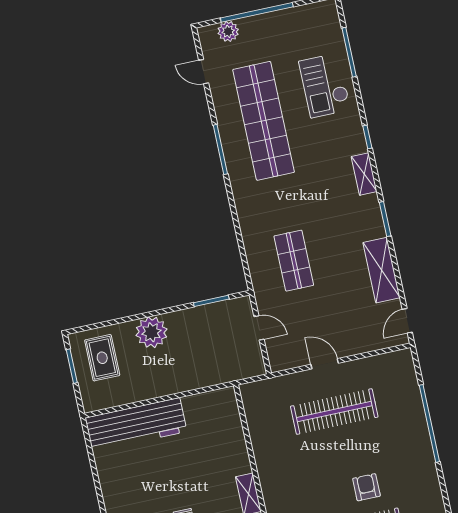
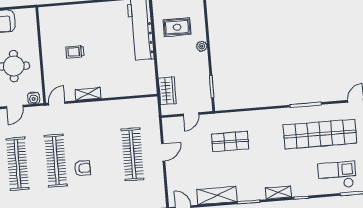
plant: (151, 332) -> (202, 46), width x0.53, depth x0.53
rug: (102, 358) -> (177, 27), moved
wardrobe: (227, 370) -> (167, 91), added

